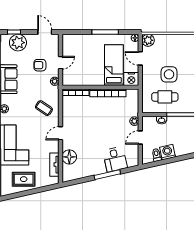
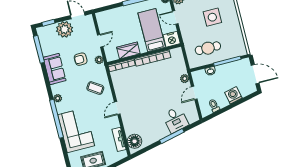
plant: (18, 43) -> (65, 29), moved
armchair: (40, 65) -> (81, 59), moved
side table: (169, 74) -> (212, 17), moved
wardrobe: (86, 79) -> (128, 50), added
washing machine: (167, 152) -> (233, 95), moved
floor lamp: (69, 157) -> (135, 141), moved

